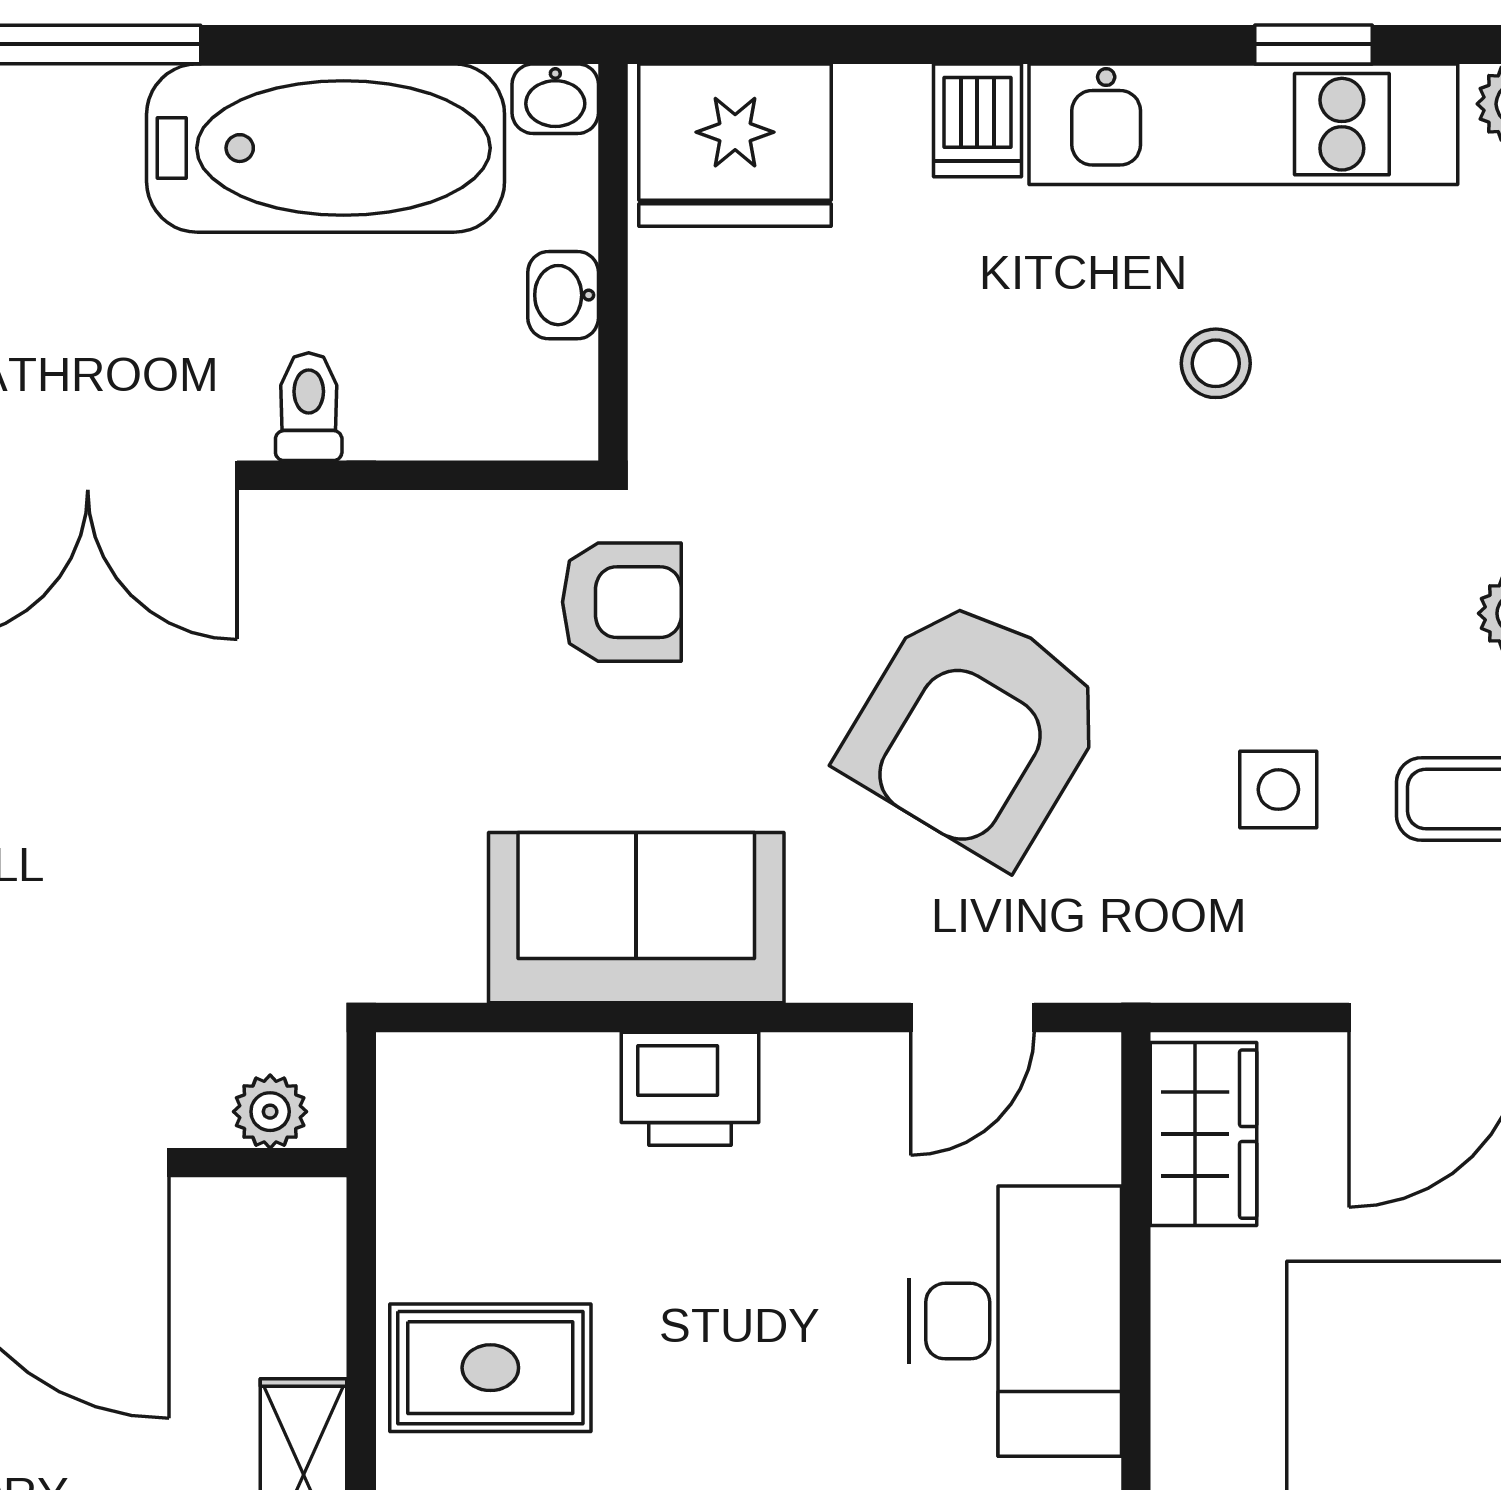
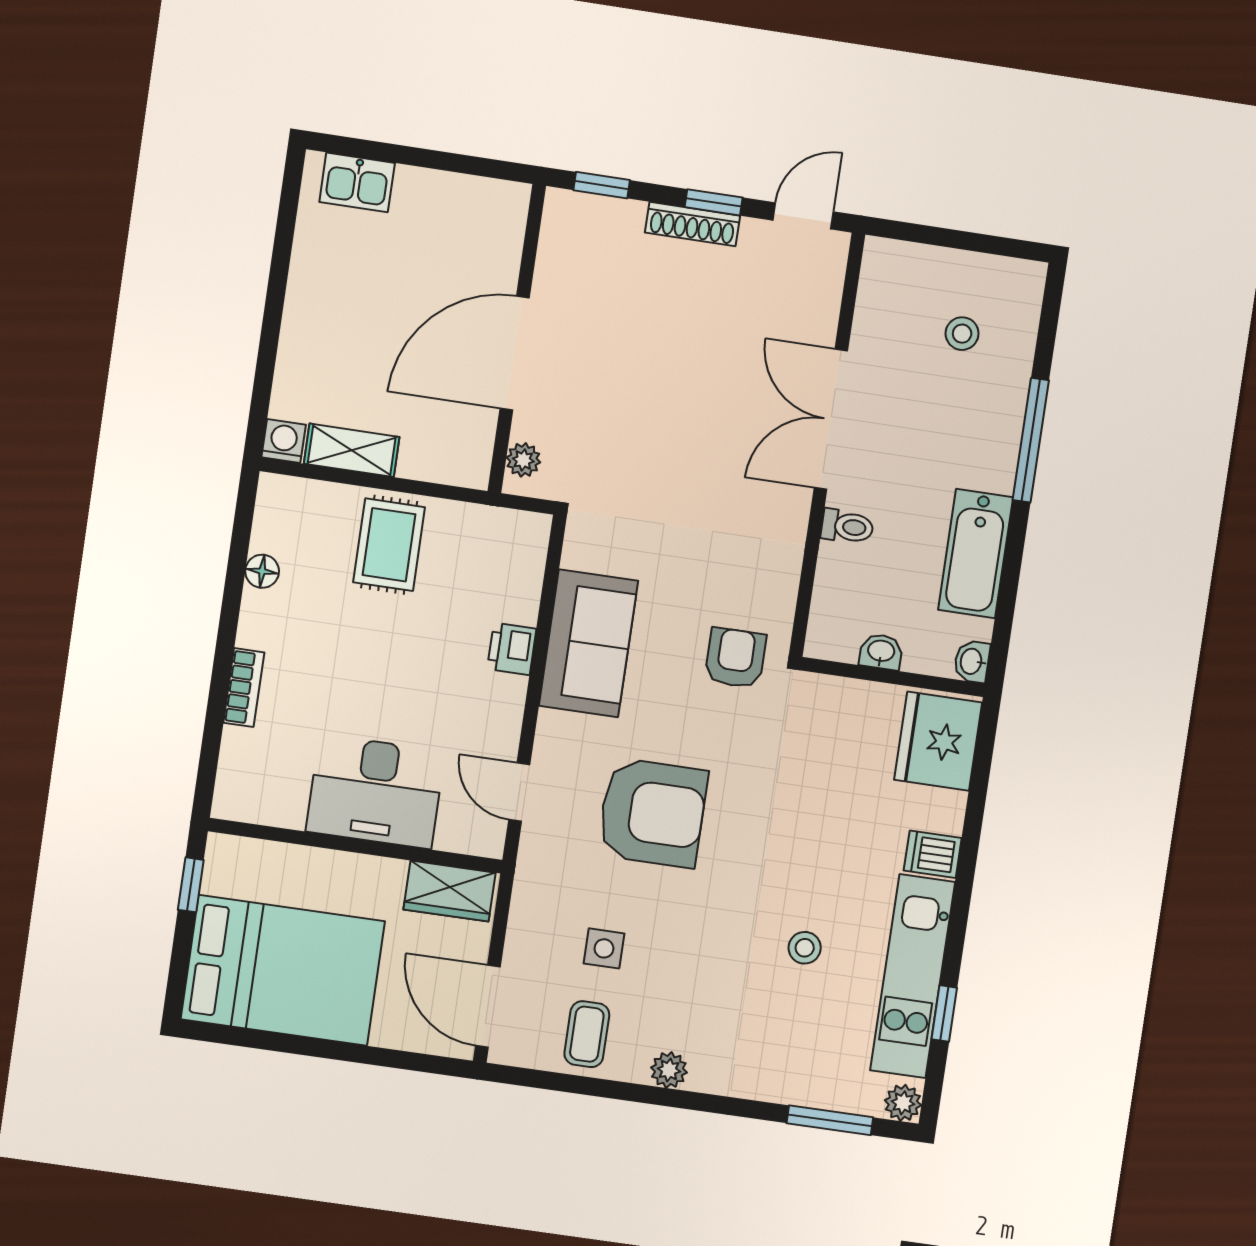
bathtub: (326, 148) -> (976, 554), width x0.73, depth x0.73
armchair: (622, 602) -> (735, 658), turned 180
armchair: (975, 729) -> (653, 813), turned 149
printer: (690, 1089) -> (512, 649), width x0.73, depth x0.81

